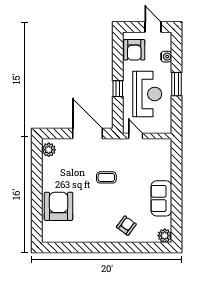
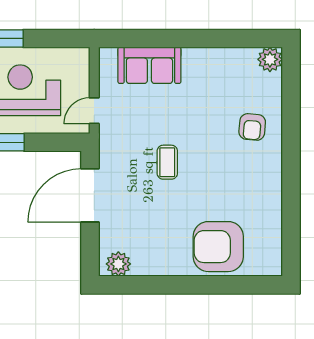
sofa: (161, 198) -> (149, 65), moved
armchair: (126, 226) -> (252, 127), turned -121

